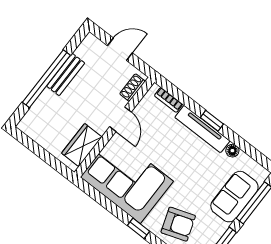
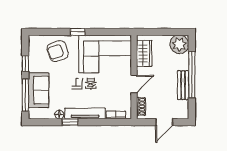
door: (120, 119) -> (134, 84), swing flipped
window: (212, 121) -> (70, 122), moved
plant: (34, 124) -> (179, 44), added

